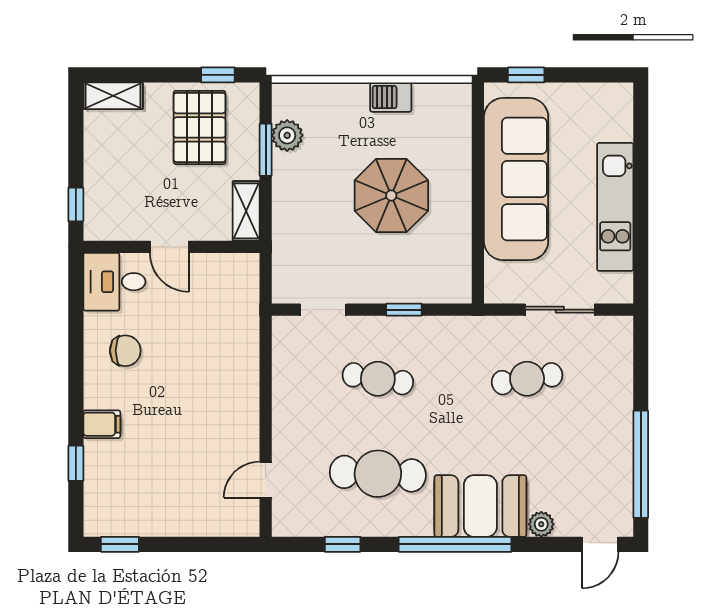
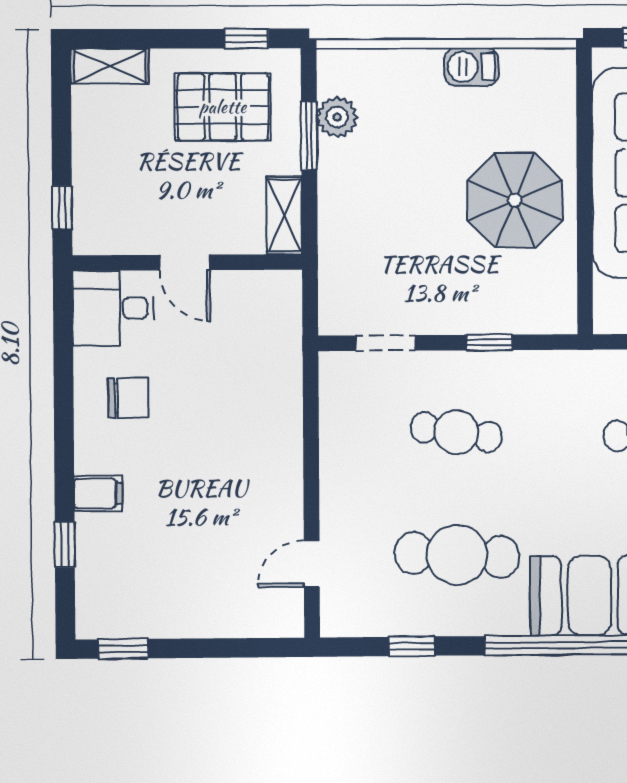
pallet: (199, 127) -> (223, 107), turned 90
parasol: (391, 195) -> (515, 200), moved

